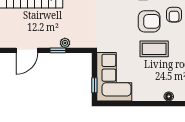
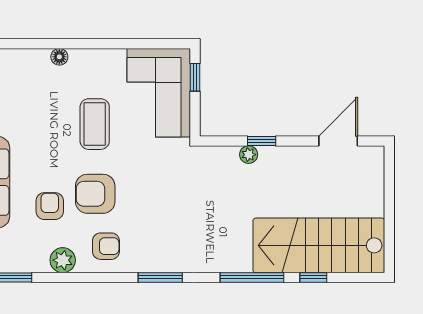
coffee table: (154, 49) -> (95, 124), moved, turned 90
door: (27, 50) -> (338, 141), moved

